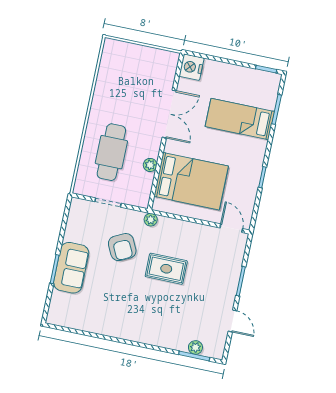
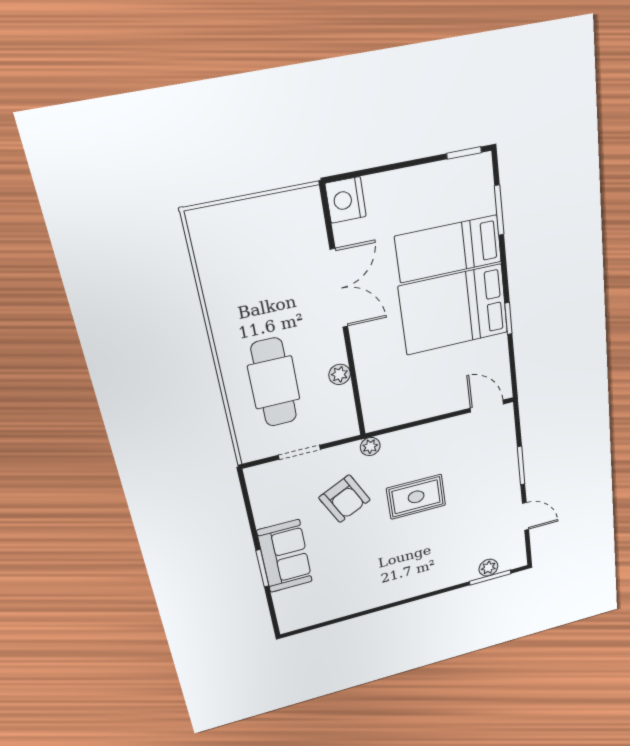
bed: (191, 181) -> (454, 310), moved, turned 180

